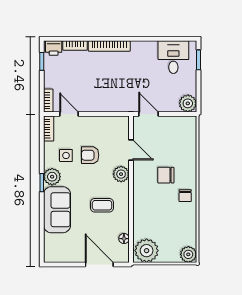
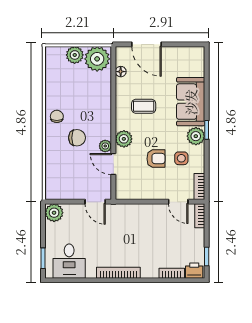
bookcase: (109, 46) -> (118, 273), moved
plant: (139, 167) -> (105, 146), added
plant: (188, 254) -> (75, 55), moved

